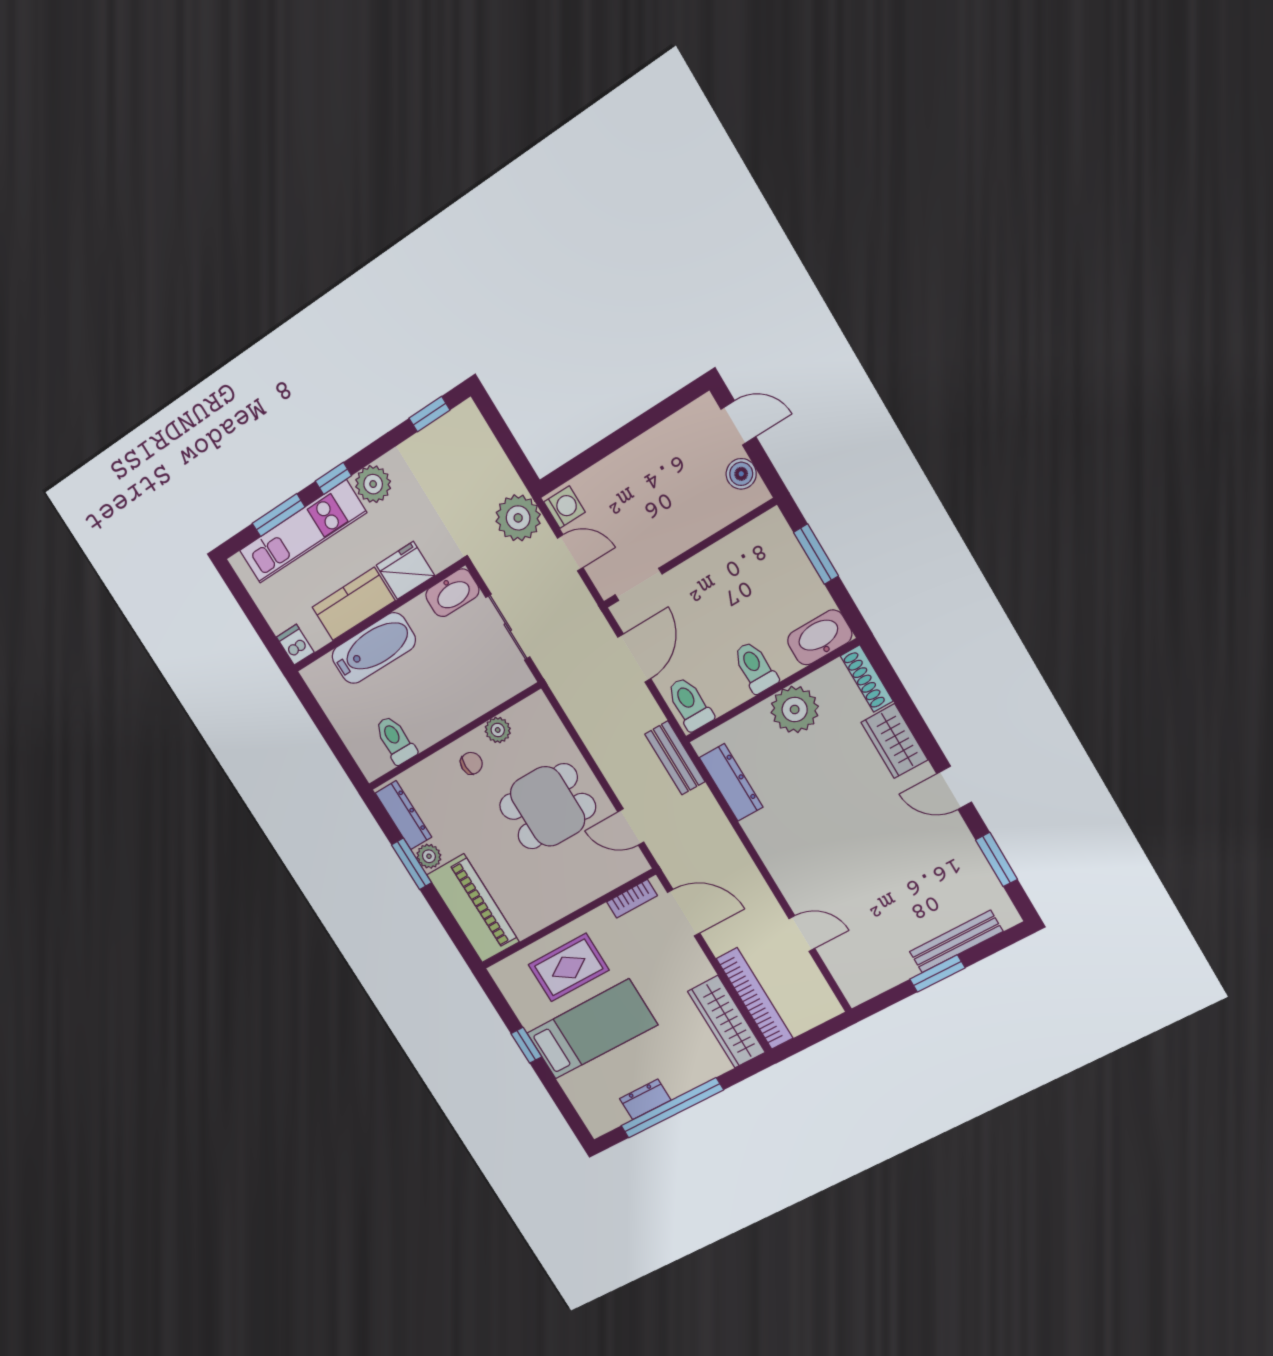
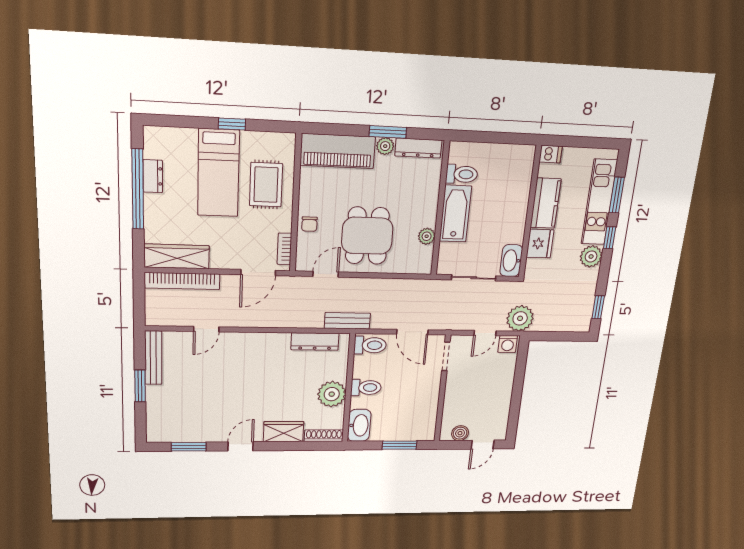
bathtub: (374, 648) -> (455, 214), moved, turned 180
chair: (471, 763) -> (309, 224), moved
bench: (956, 942) -> (153, 358), moved

